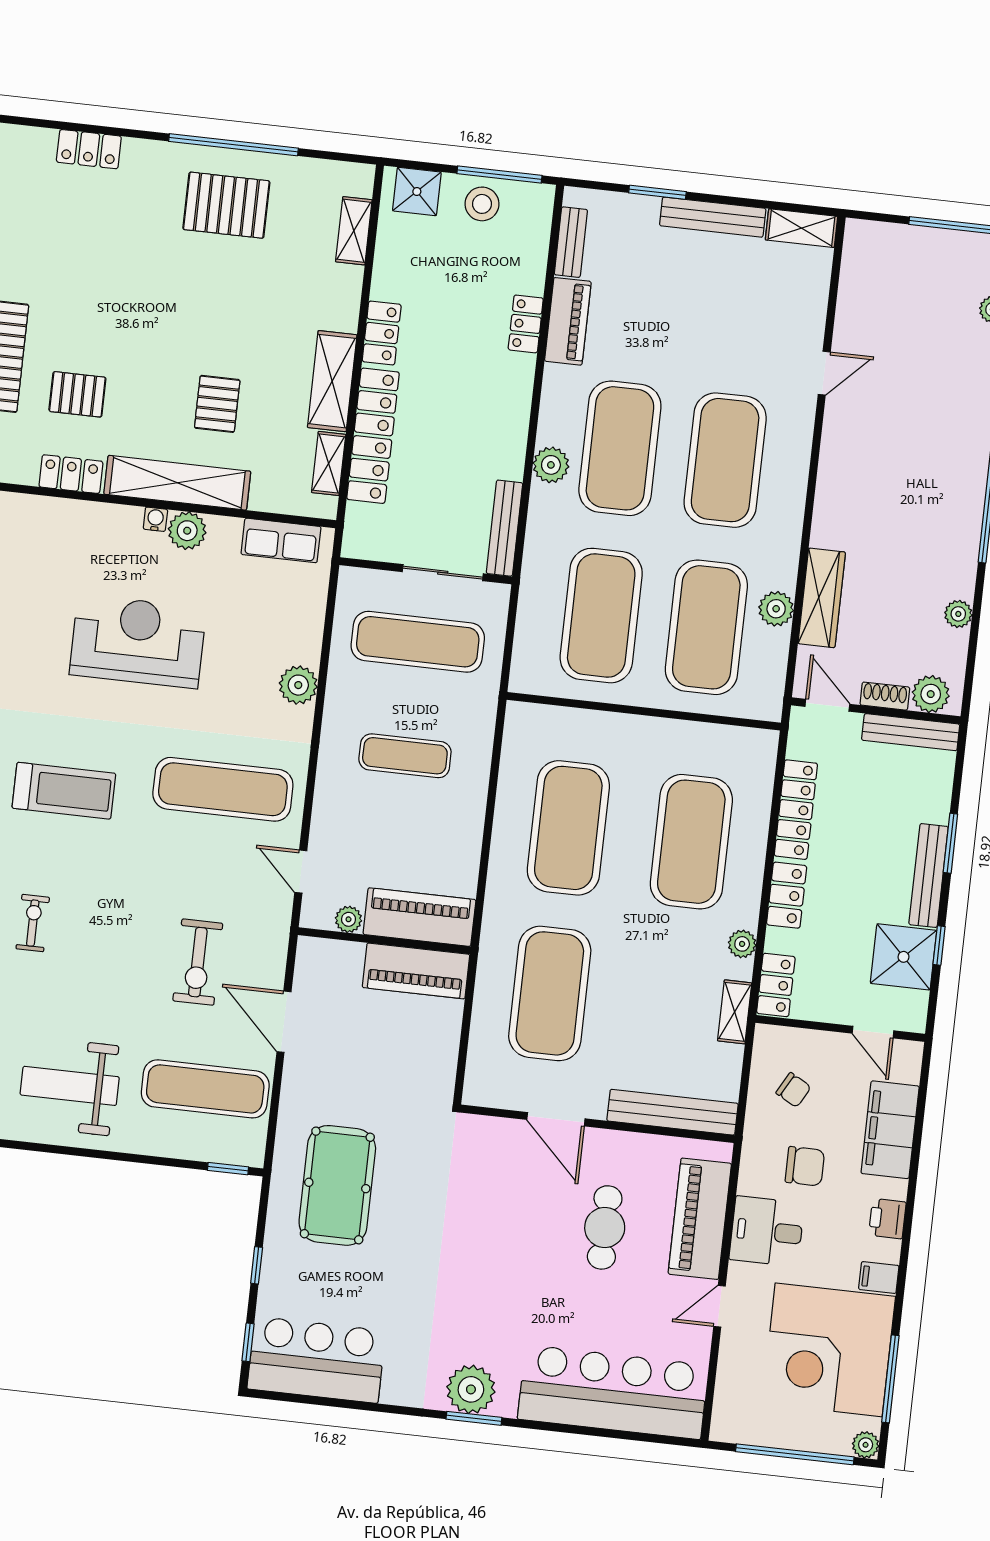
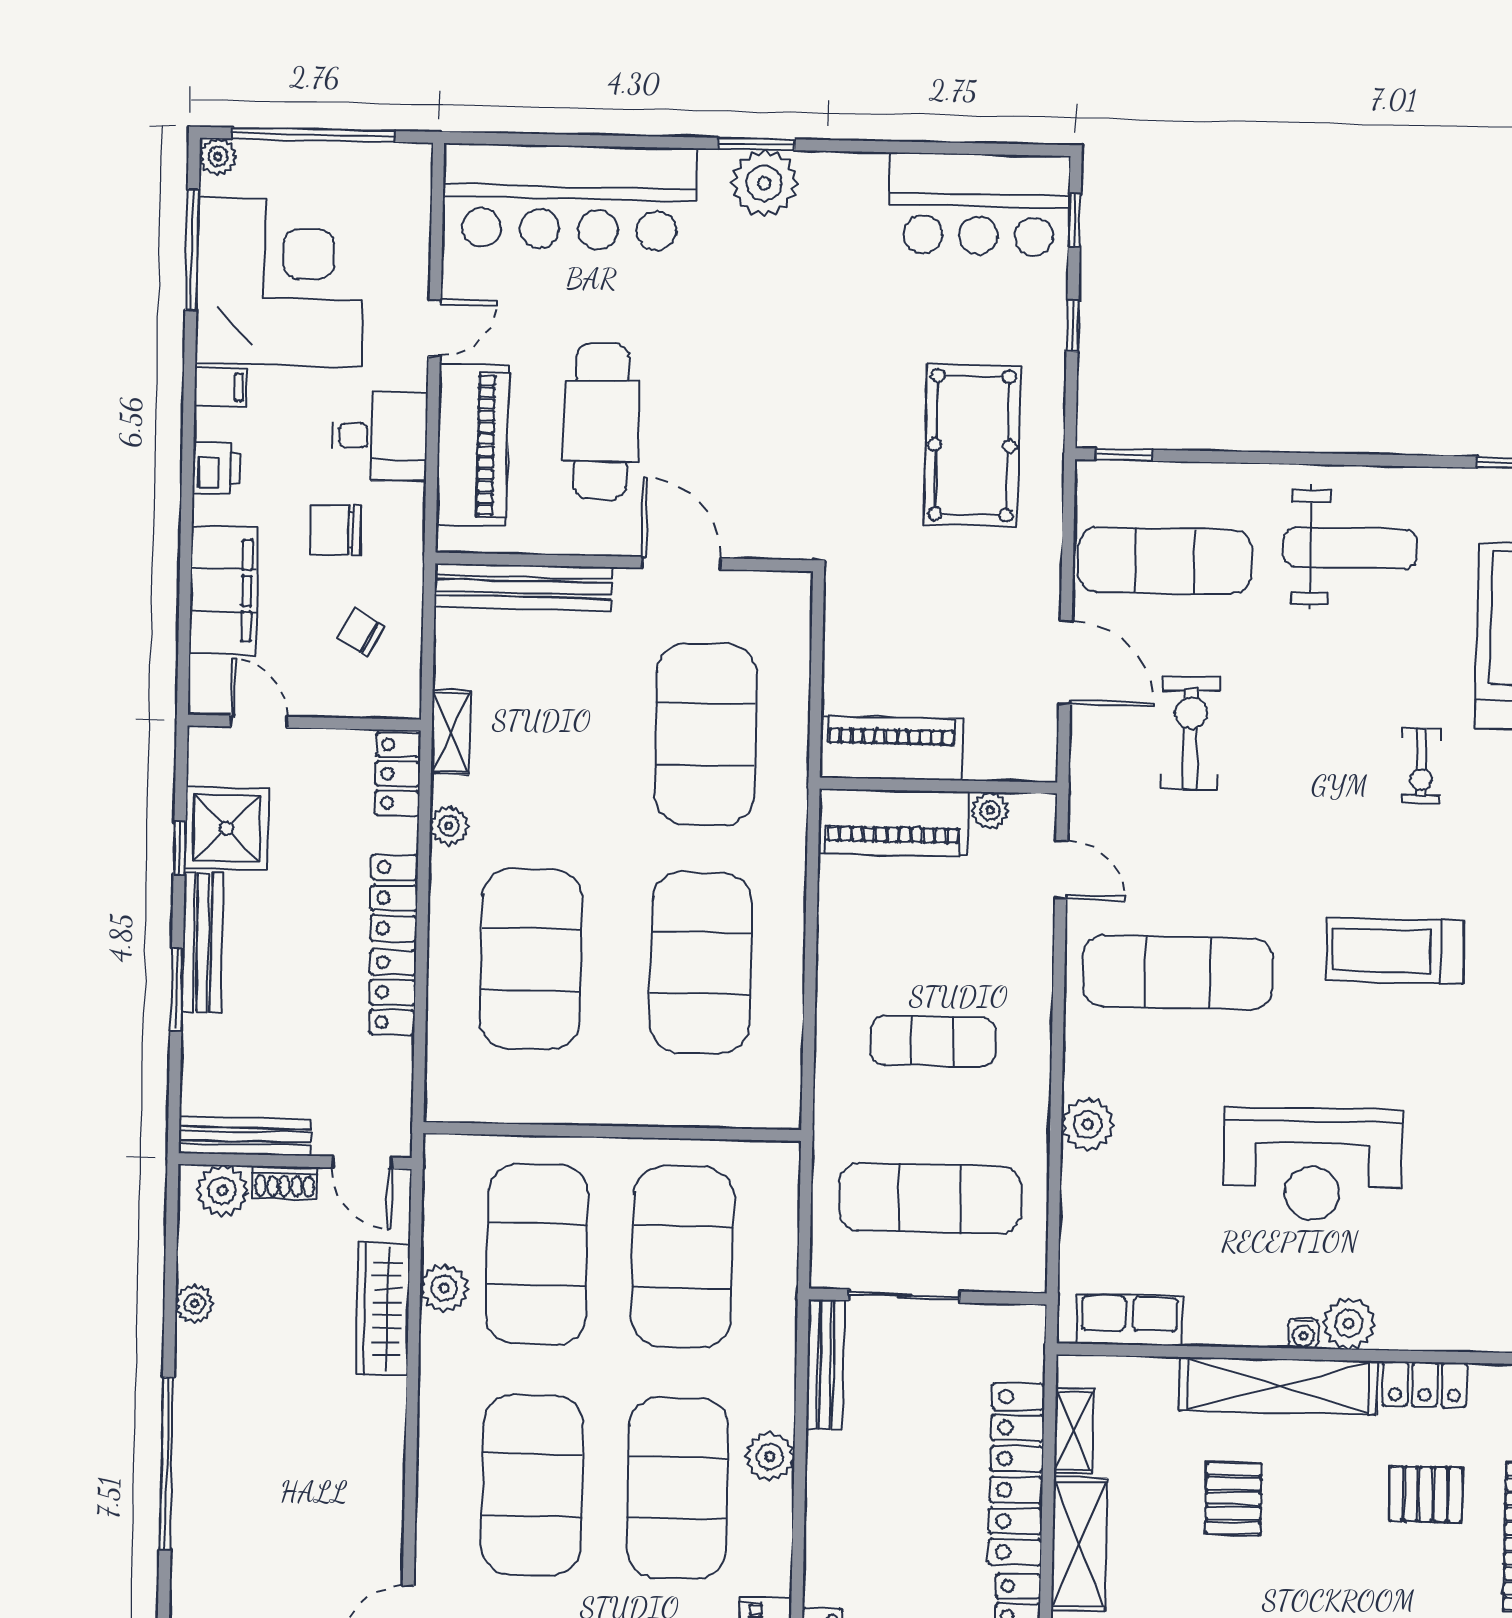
plant: (187, 531) -> (1349, 1323), moved
locker: (796, 810) -> (393, 992), width x0.66
cafe table: (605, 1227) -> (601, 421), width x1.37, depth x1.35

